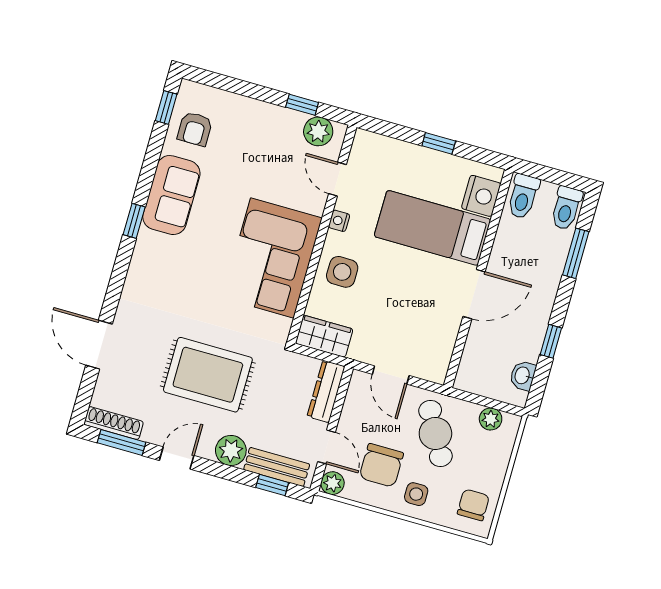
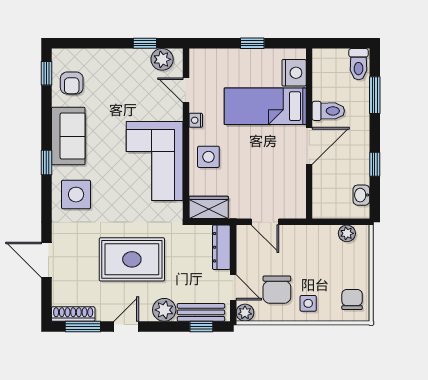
toilet: (523, 196) -> (328, 111), moved, turned -90
side table: (160, 272) -> (76, 195), added
cafe table: (435, 433) -> (310, 255), removed

